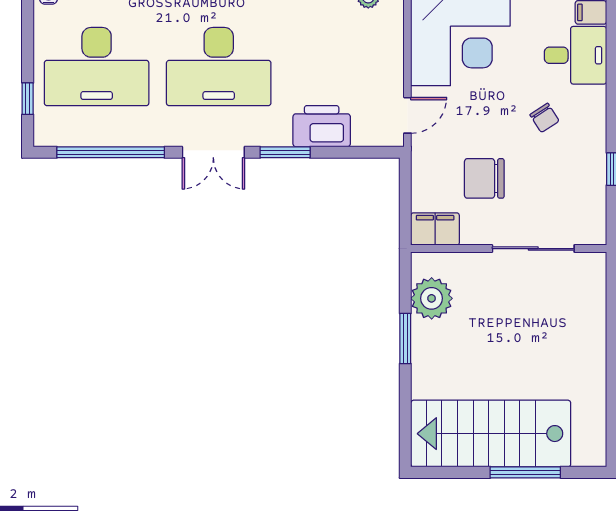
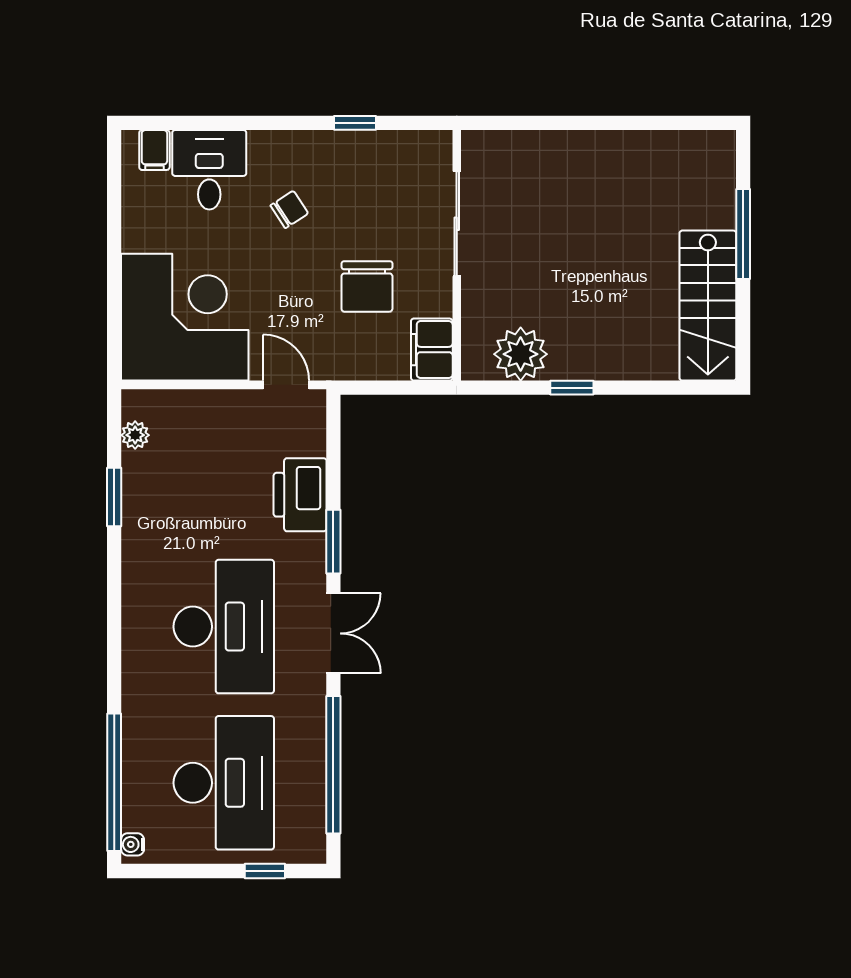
window: (405, 338) -> (572, 388), width x0.67
stairs: (491, 434) -> (708, 306), width x0.73, depth x0.66

